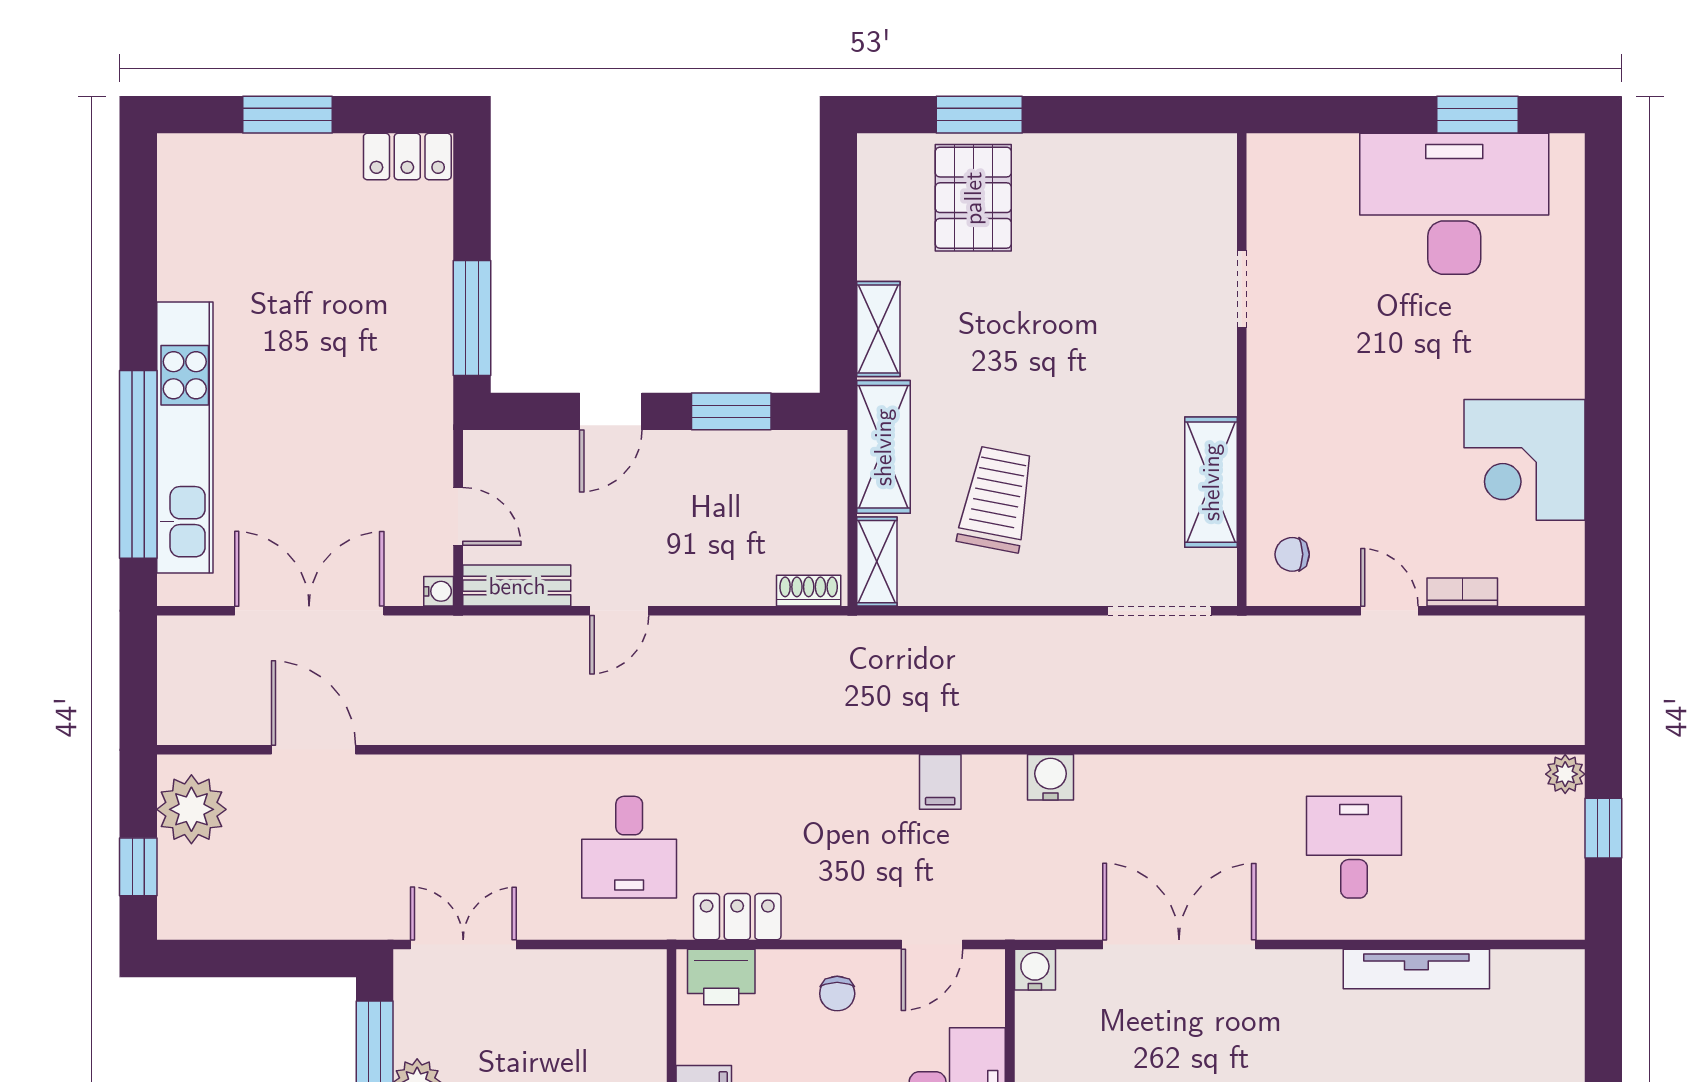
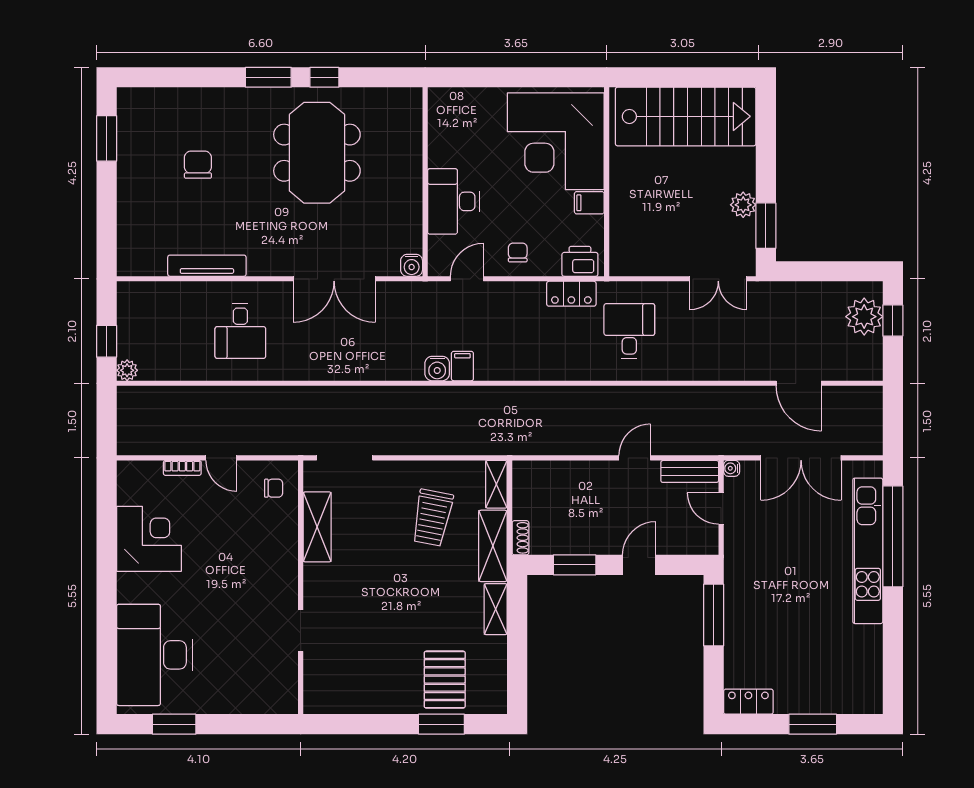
desk: (1454, 204) -> (154, 655), moved, turned 90
shoe rack: (809, 591) -> (520, 538), moved, turned -90
water cooler: (1051, 777) -> (437, 369), moved
plant: (191, 809) -> (864, 317), moved

